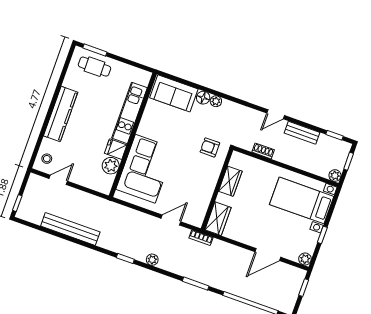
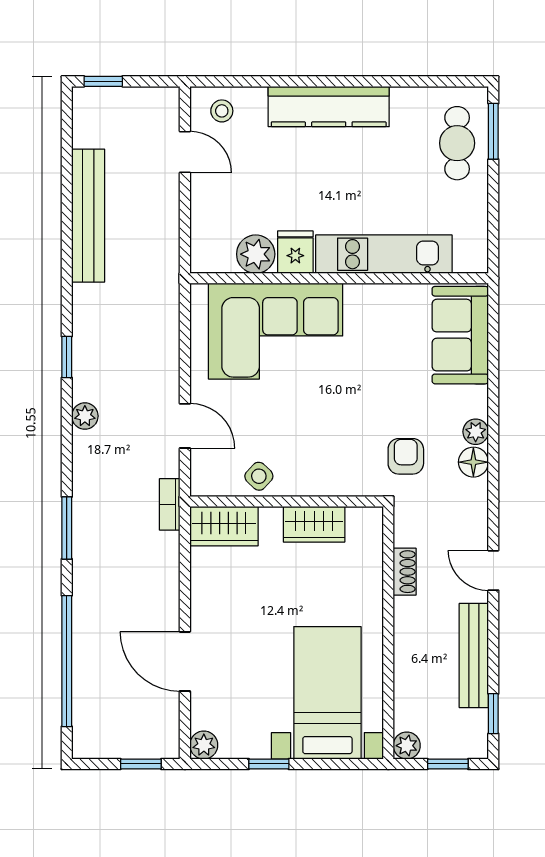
floor lamp: (203, 98) -> (473, 462), moved
bench: (302, 133) -> (474, 656), width x1.36
armchair: (210, 147) -> (406, 456), moved
side table: (202, 197) -> (259, 476), added

